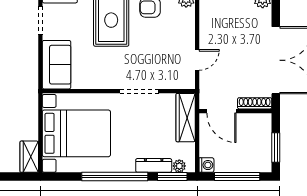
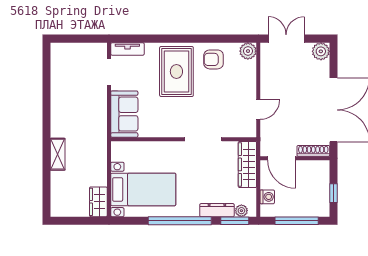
bed with nightstands: (76, 133) -> (143, 189), width x0.73
window: (276, 148) -> (333, 193), width x0.67
washing machine: (206, 165) -> (267, 197), moved

